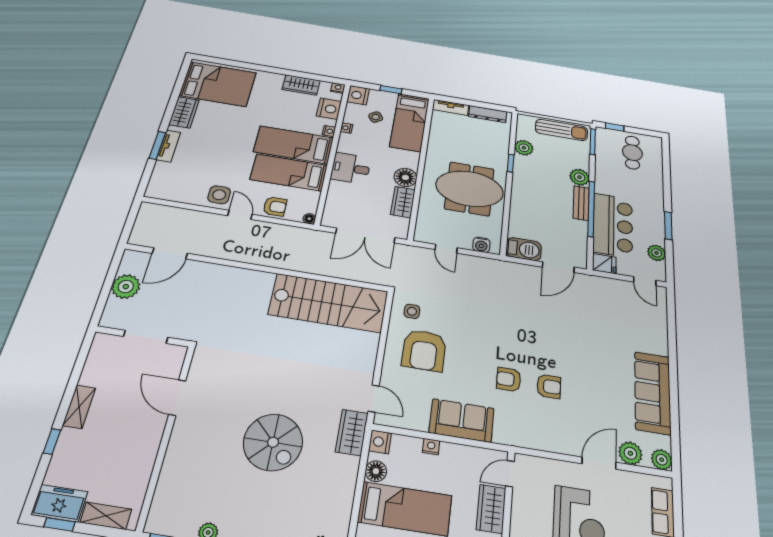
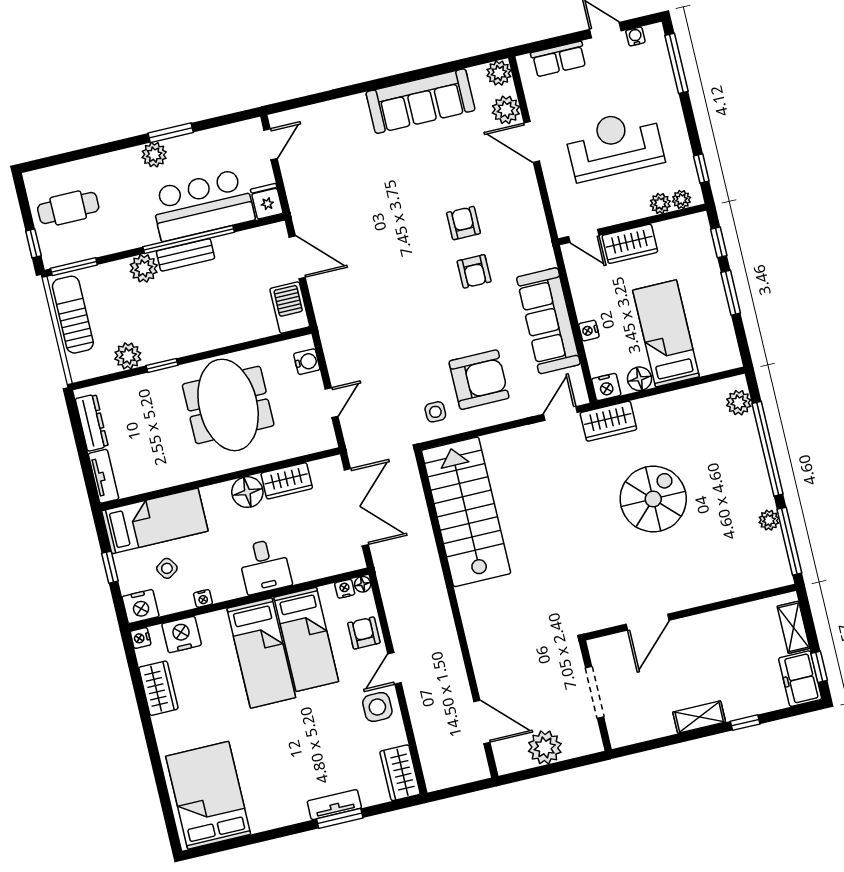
wardrobe: (184, 112) -> (400, 773), moved, turned -90
nightstand: (329, 131) -> (345, 589), moved
plant: (657, 253) -> (154, 155), moved
sofa: (462, 420) -> (548, 321), width x1.36

